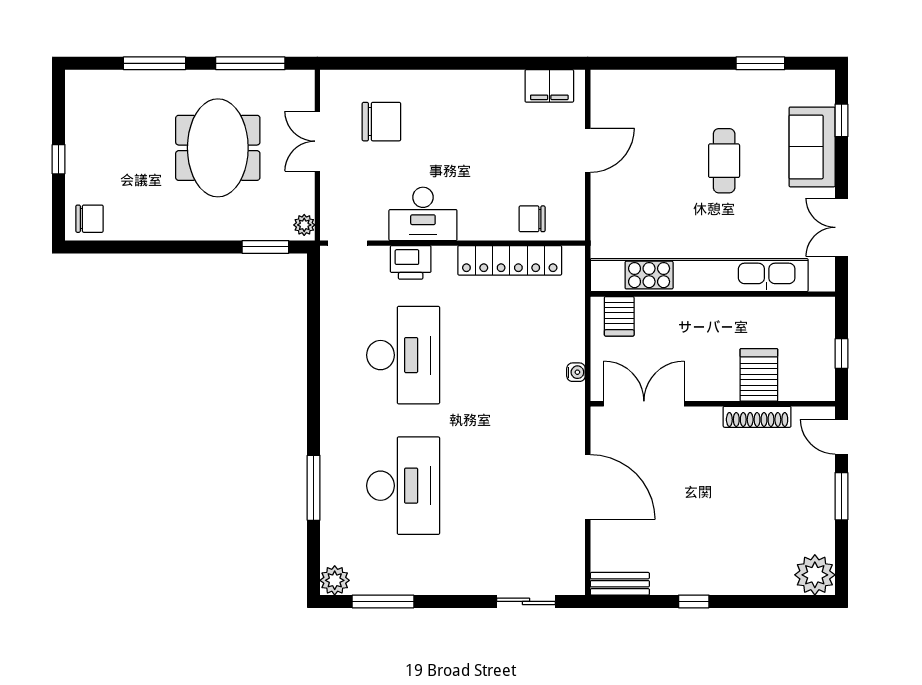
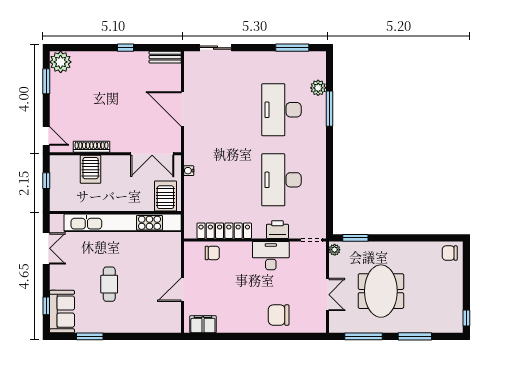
chair: (381, 122) -> (279, 315), moved
sofa: (812, 147) -> (62, 312), moved
window: (59, 159) -> (466, 318), moved
server rack: (619, 316) -> (165, 196), width x1.36, depth x1.44
window: (841, 496) -> (46, 81), moved
plant: (335, 580) -> (318, 88), moved

